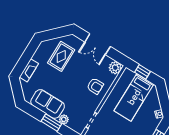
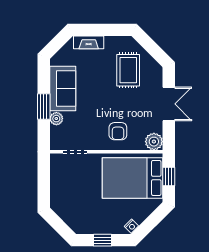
double door: (98, 44) -> (169, 104), swing flipped
rug: (61, 56) -> (128, 70), turned 90
bed: (134, 97) -> (132, 178), width x1.50

